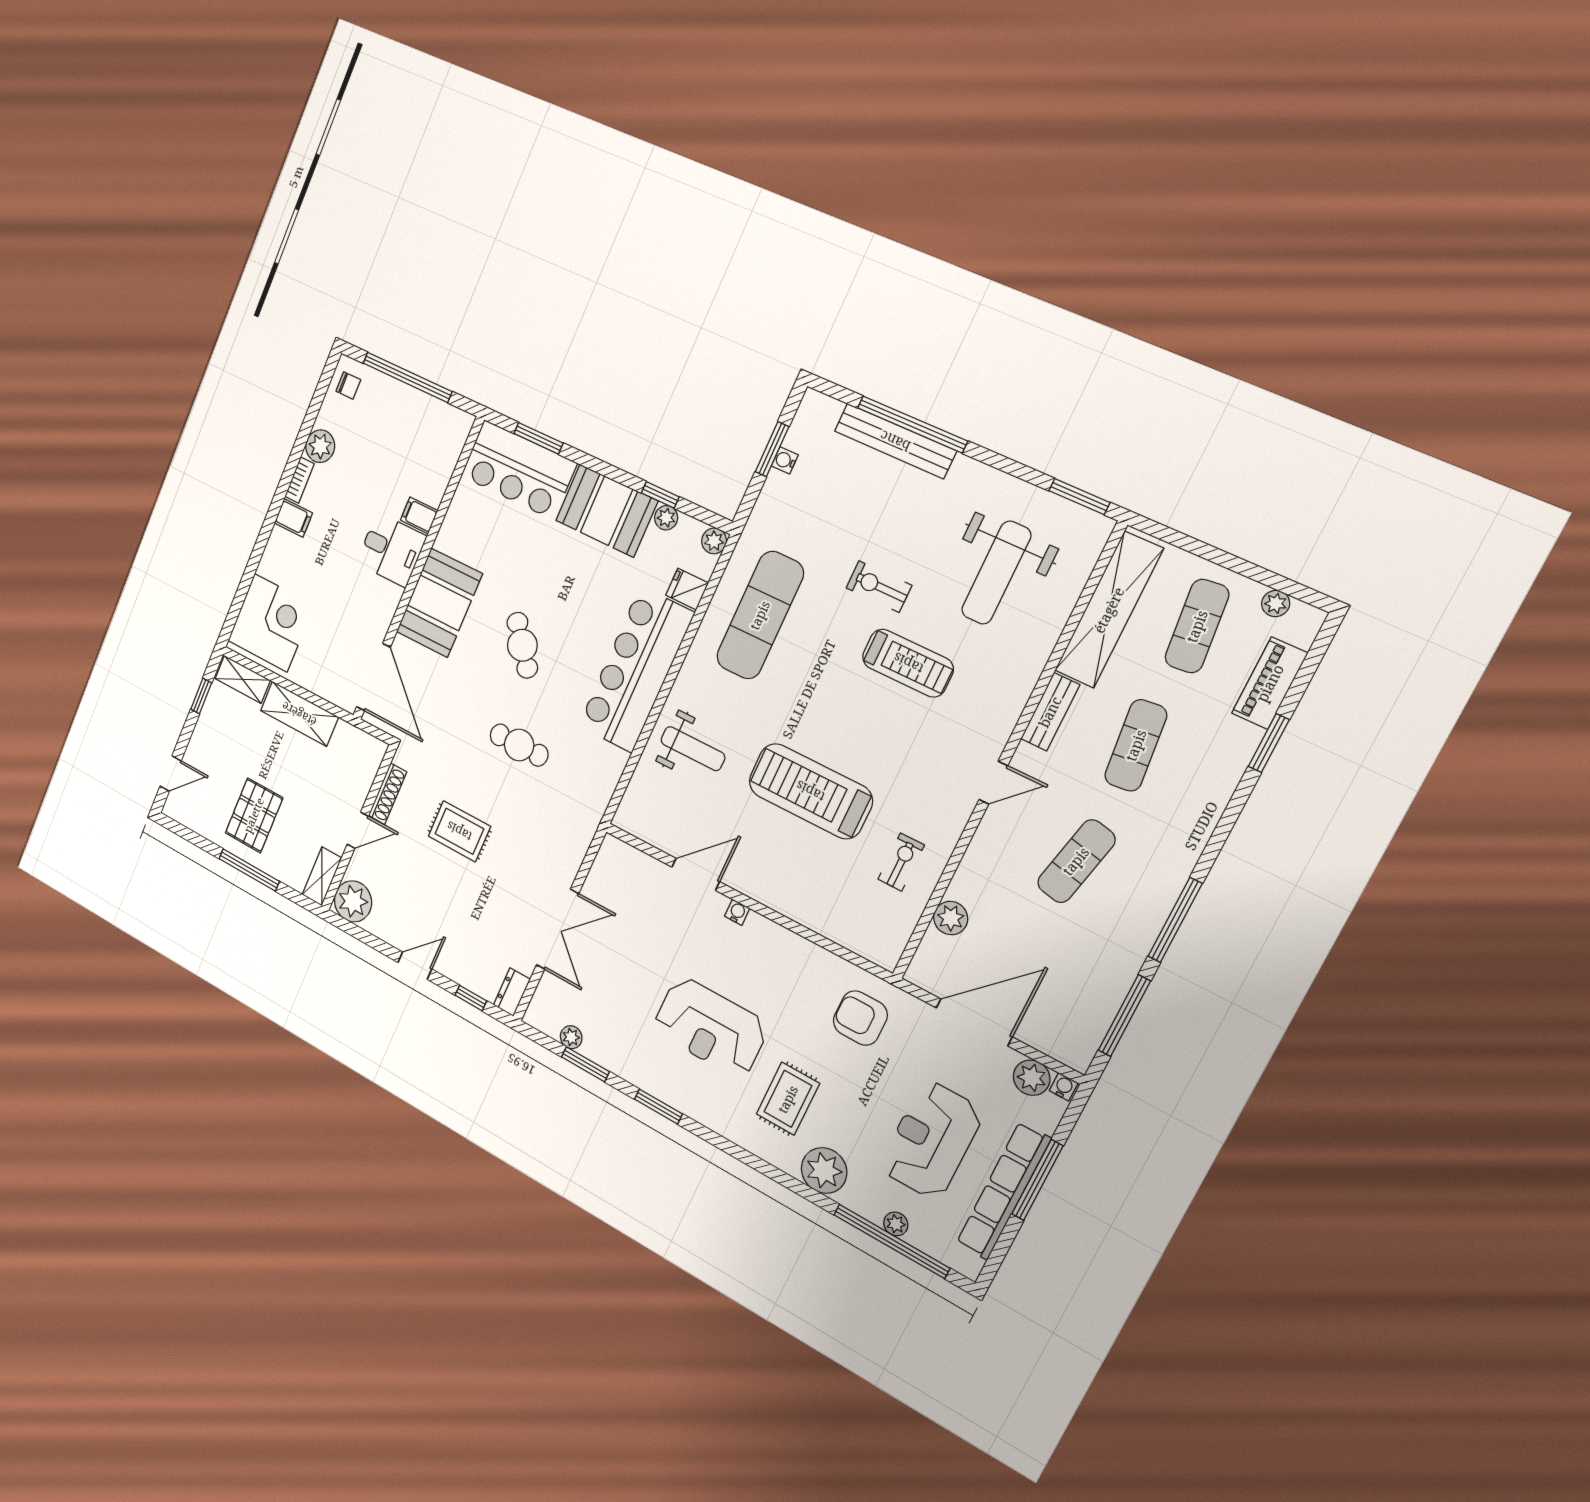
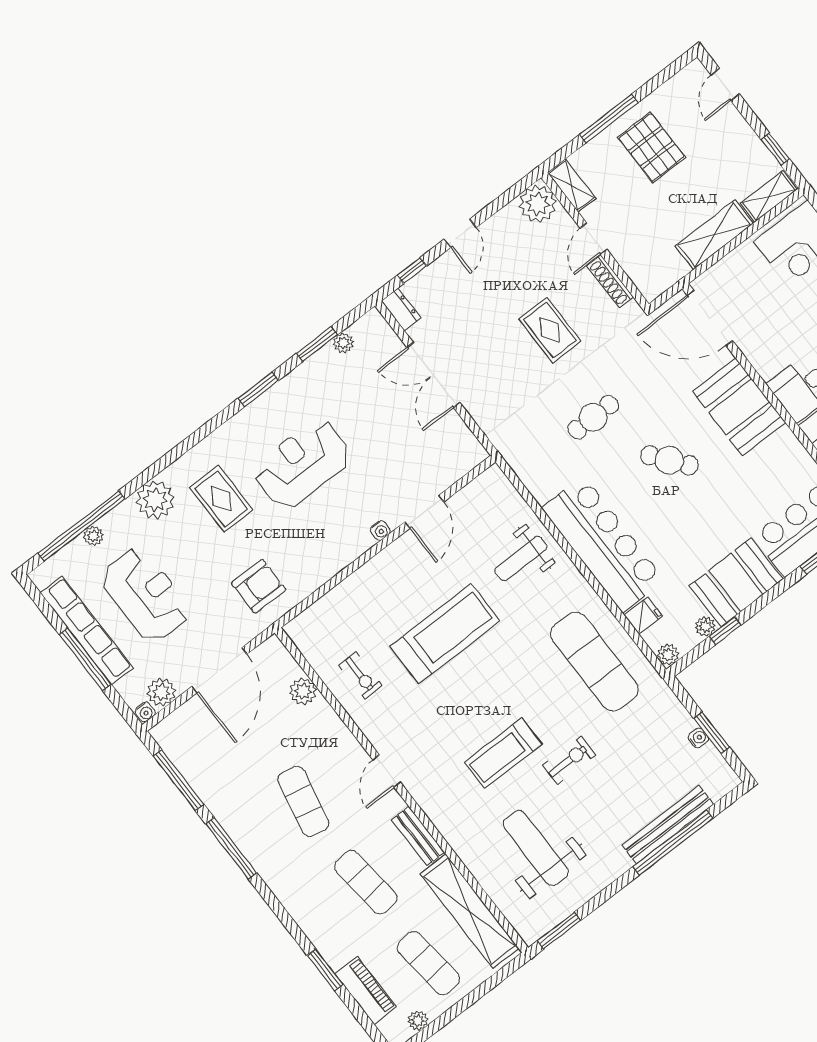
rug: (459, 831) -> (550, 330), turned 90

